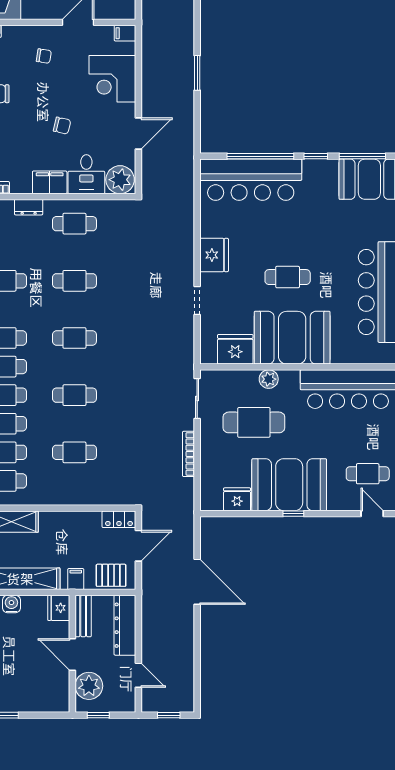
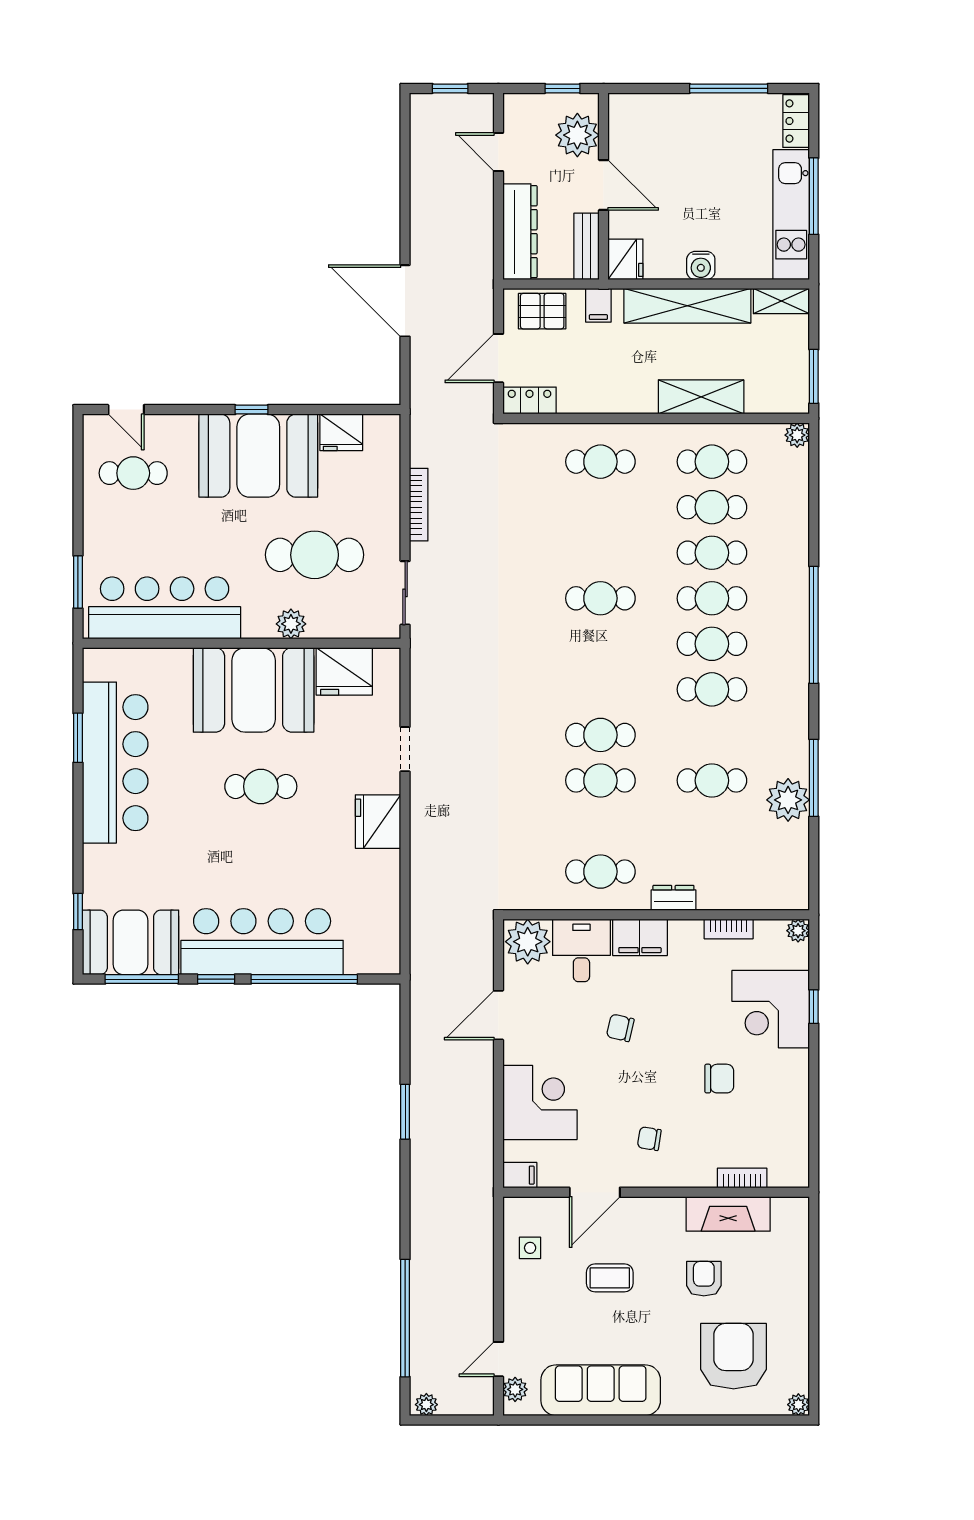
bar counter: (251, 180) -> (262, 942), moved
cafe table: (74, 338) -> (600, 735), moved
cafe table: (74, 452) -> (600, 462), moved

